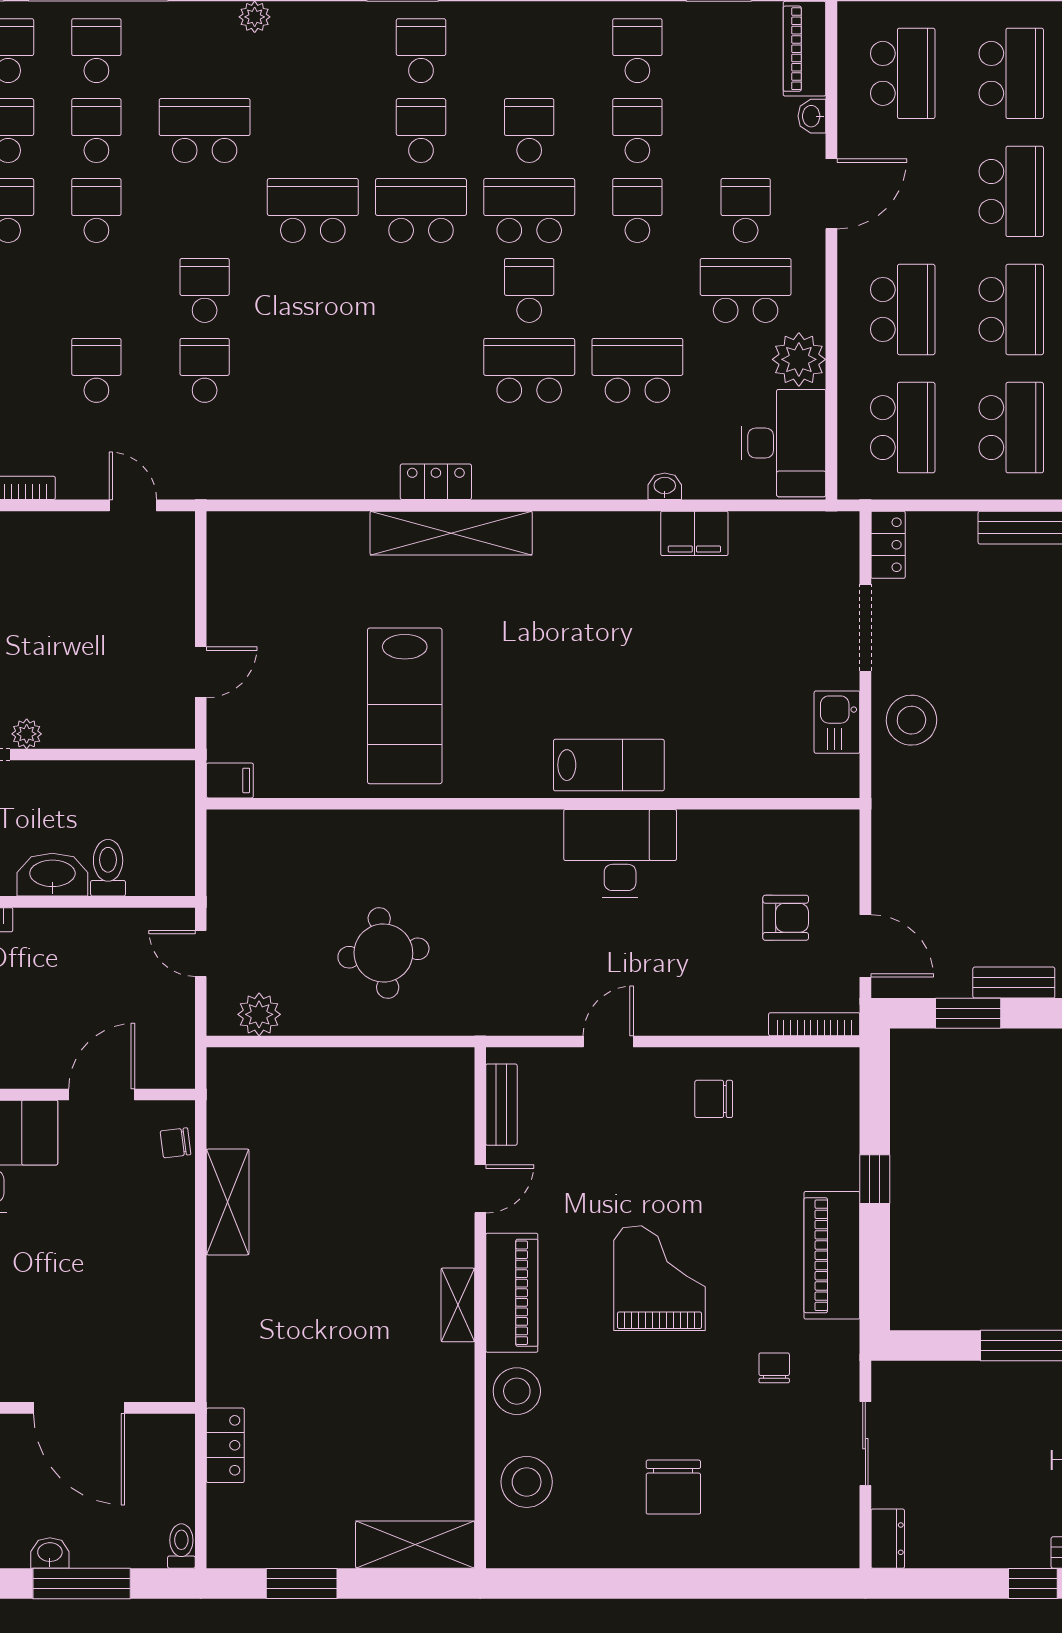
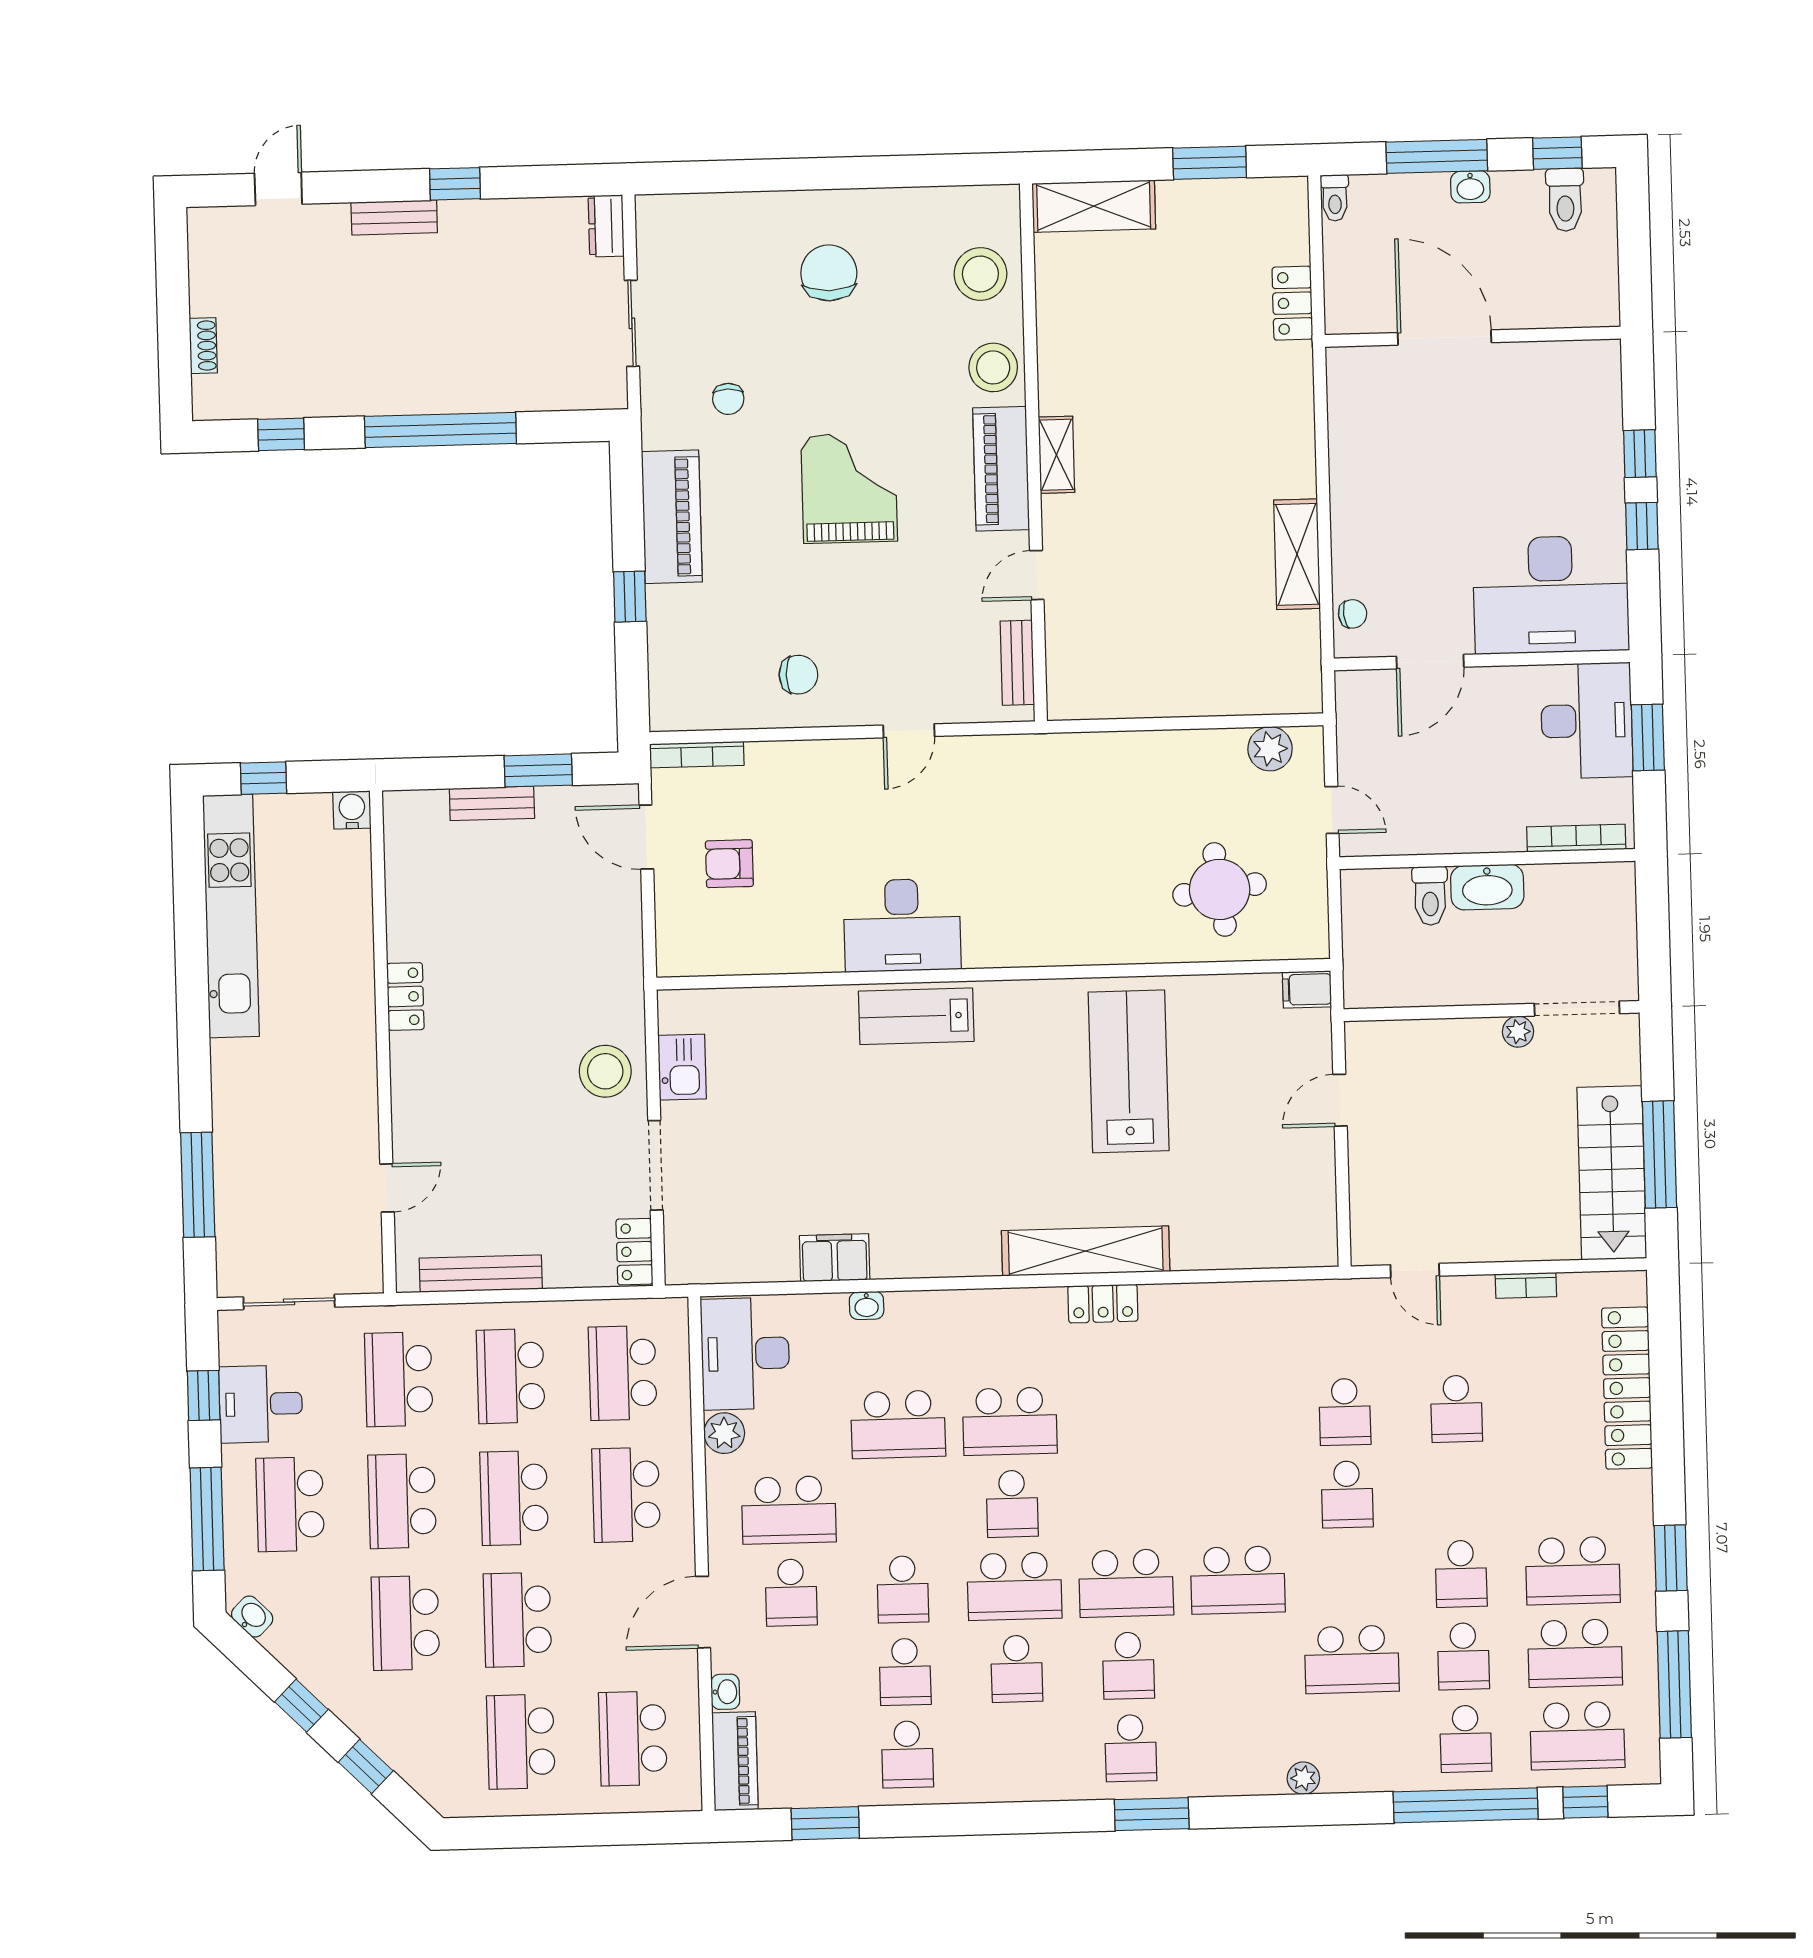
plant: (799, 359) -> (724, 1433), width x0.73, depth x0.73
round table: (383, 953) -> (1220, 889), moved
grand piano: (659, 1278) -> (849, 488), turned 180

